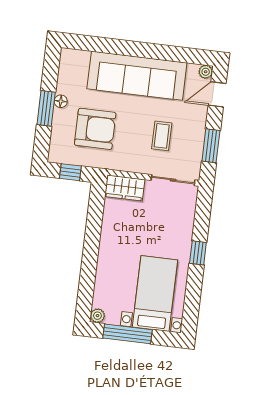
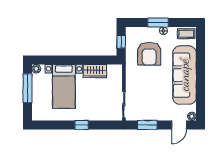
door: (217, 94) -> (179, 125), swing flipped
coffee table: (162, 136) -> (186, 34), moved
wardrobe: (125, 188) -> (95, 71), moved, turned -90
bed with nightstands: (155, 293) -> (64, 86), moved, turned 90

